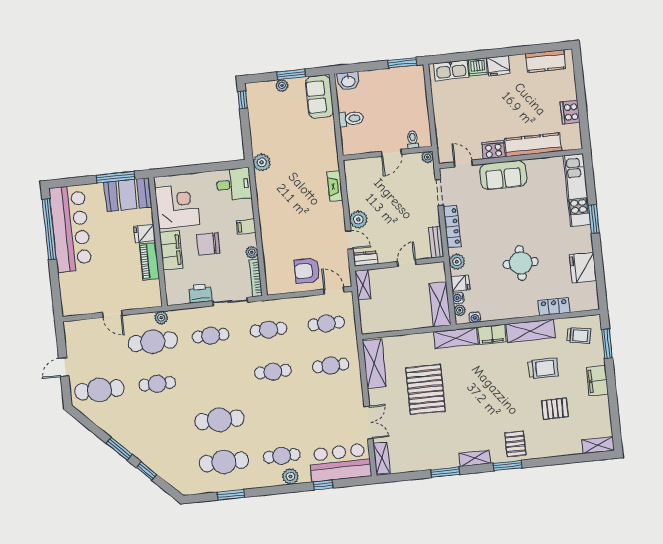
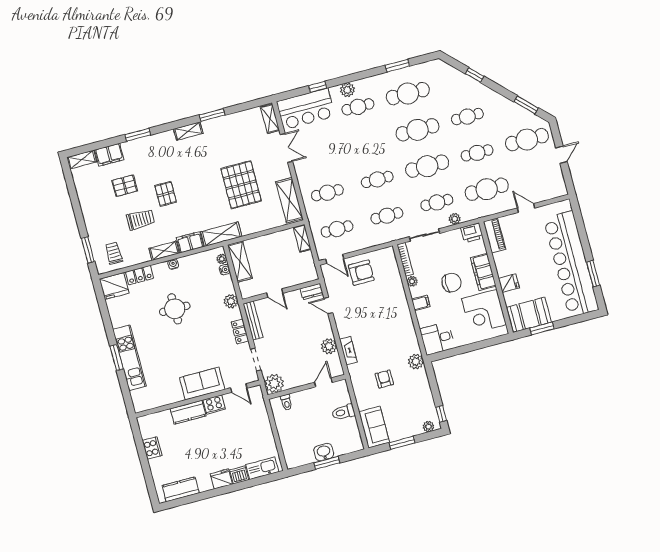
window: (402, 63) -> (327, 463), moved
washbasin: (348, 81) -> (324, 452), moved
plant: (282, 85) -> (428, 427), moved
kitchen counter: (533, 145) -> (188, 412), width x0.67
armchair: (300, 148) -> (384, 379), added
door: (391, 153) -> (323, 382), moved
plant: (428, 157) -> (274, 383), width x1.88, depth x1.88
window: (116, 177) -> (542, 328), width x0.69
kitchen unit: (577, 190) -> (129, 358), moved
plant: (358, 219) -> (329, 346), moved
locker: (452, 227) -> (240, 331), width x0.66
window: (49, 229) -> (593, 274), width x0.47
bar counter: (70, 229) -> (571, 264), width x1.36
bench: (436, 242) -> (253, 321), width x1.36
piano: (149, 261) -> (494, 235), moved
door: (407, 263) -> (275, 293), hinge flipped
fridge: (583, 268) -> (114, 286), moved, turned 90
fridge: (460, 283) -> (225, 283), removed
shelving: (363, 285) -> (302, 238), moved
printer: (200, 293) -> (472, 233), moved
water cooler: (475, 317) -> (173, 264), moved
plant: (161, 318) -> (455, 219), moved
shelving: (530, 331) -> (164, 251), width x0.67, depth x0.75
trolley: (579, 335) -> (114, 253), turned 80
trolley: (543, 368) -> (141, 220), turned 180
cafe table: (215, 378) -> (427, 166), added
filing cabinet: (597, 381) -> (109, 155), moved, turned 90
double door: (368, 423) -> (286, 148), swing flipped
cafe table: (162, 426) -> (467, 117), added
pallet: (515, 444) -> (166, 194), moved
window: (119, 449) -> (526, 105), moved
window: (508, 466) -> (138, 135), moved

